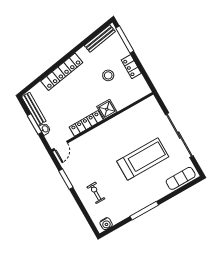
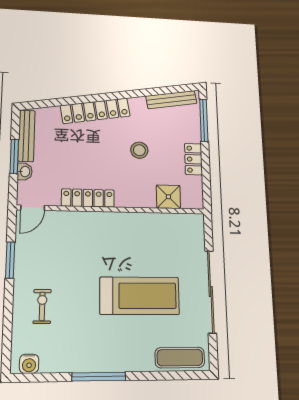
stool: (108, 75) -> (139, 150), moved
shower: (107, 109) -> (168, 197), moved

